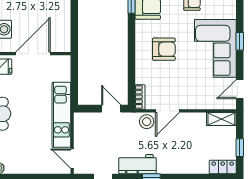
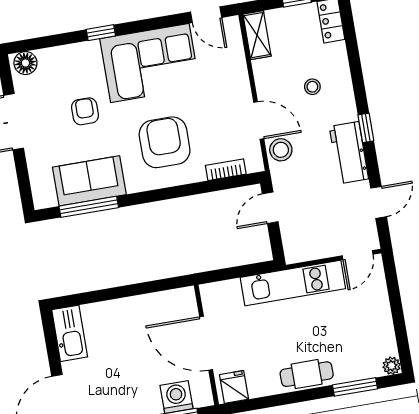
window: (240, 41) -> (101, 33), moved
armchair: (164, 49) -> (165, 142), width x1.36, depth x1.36
bookcase: (140, 97) -> (226, 170), moved
stool: (183, 148) -> (312, 87), added

